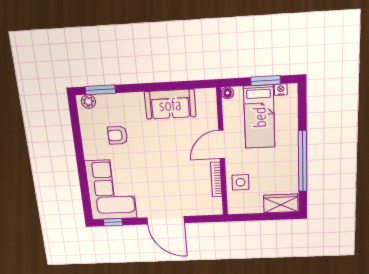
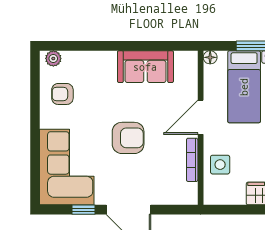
window: (100, 90) -> (68, 46), removed
armchair: (118, 135) -> (62, 94), moved
armchair: (160, 164) -> (128, 138), added
window: (113, 222) -> (84, 210), moved

